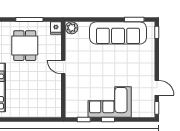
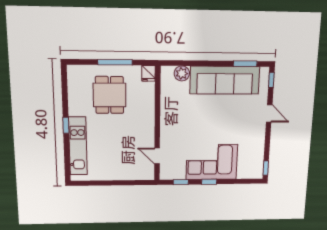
plant: (72, 28) -> (182, 73), moved
door: (63, 67) -> (157, 156), moved
door: (157, 88) -> (269, 113), moved

